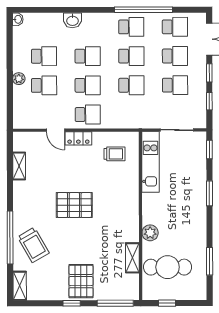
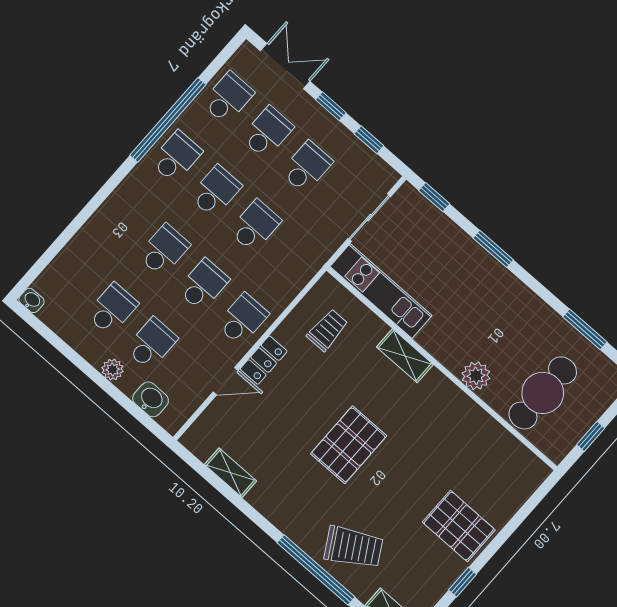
washbasin: (72, 20) -> (151, 399), moved, turned -90
shelving: (132, 258) -> (405, 356), moved
window: (72, 303) -> (462, 582), moved
window: (115, 303) -> (529, 506), removed

